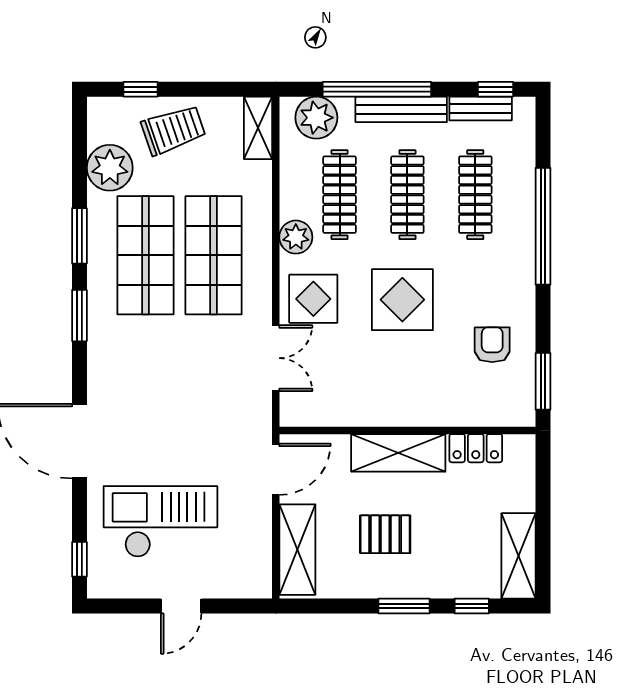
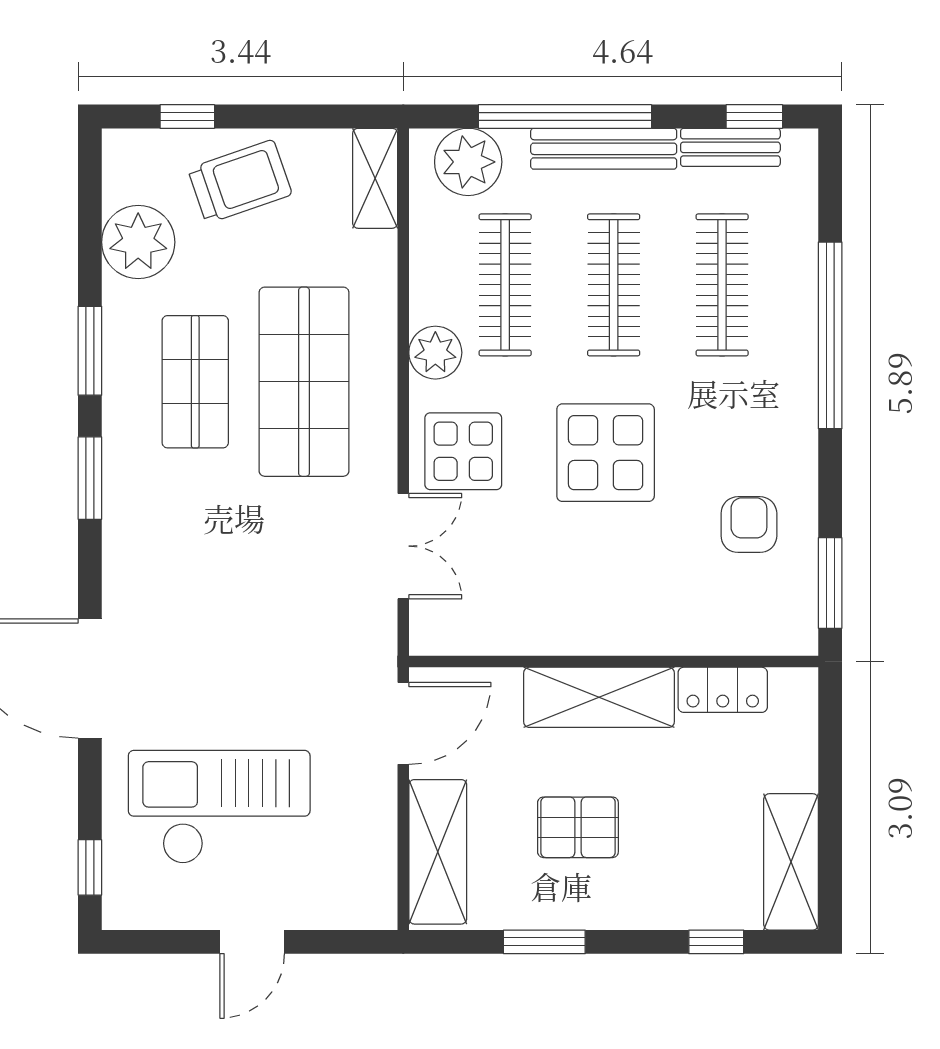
shop shelf: (145, 255) -> (195, 382), width x0.70, depth x0.74
window: (404, 606) -> (544, 942), moved

